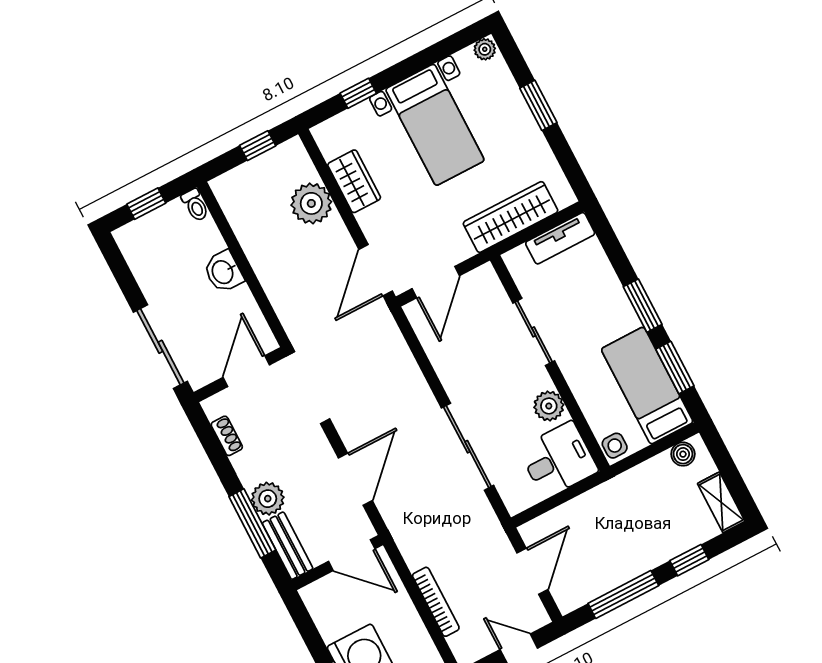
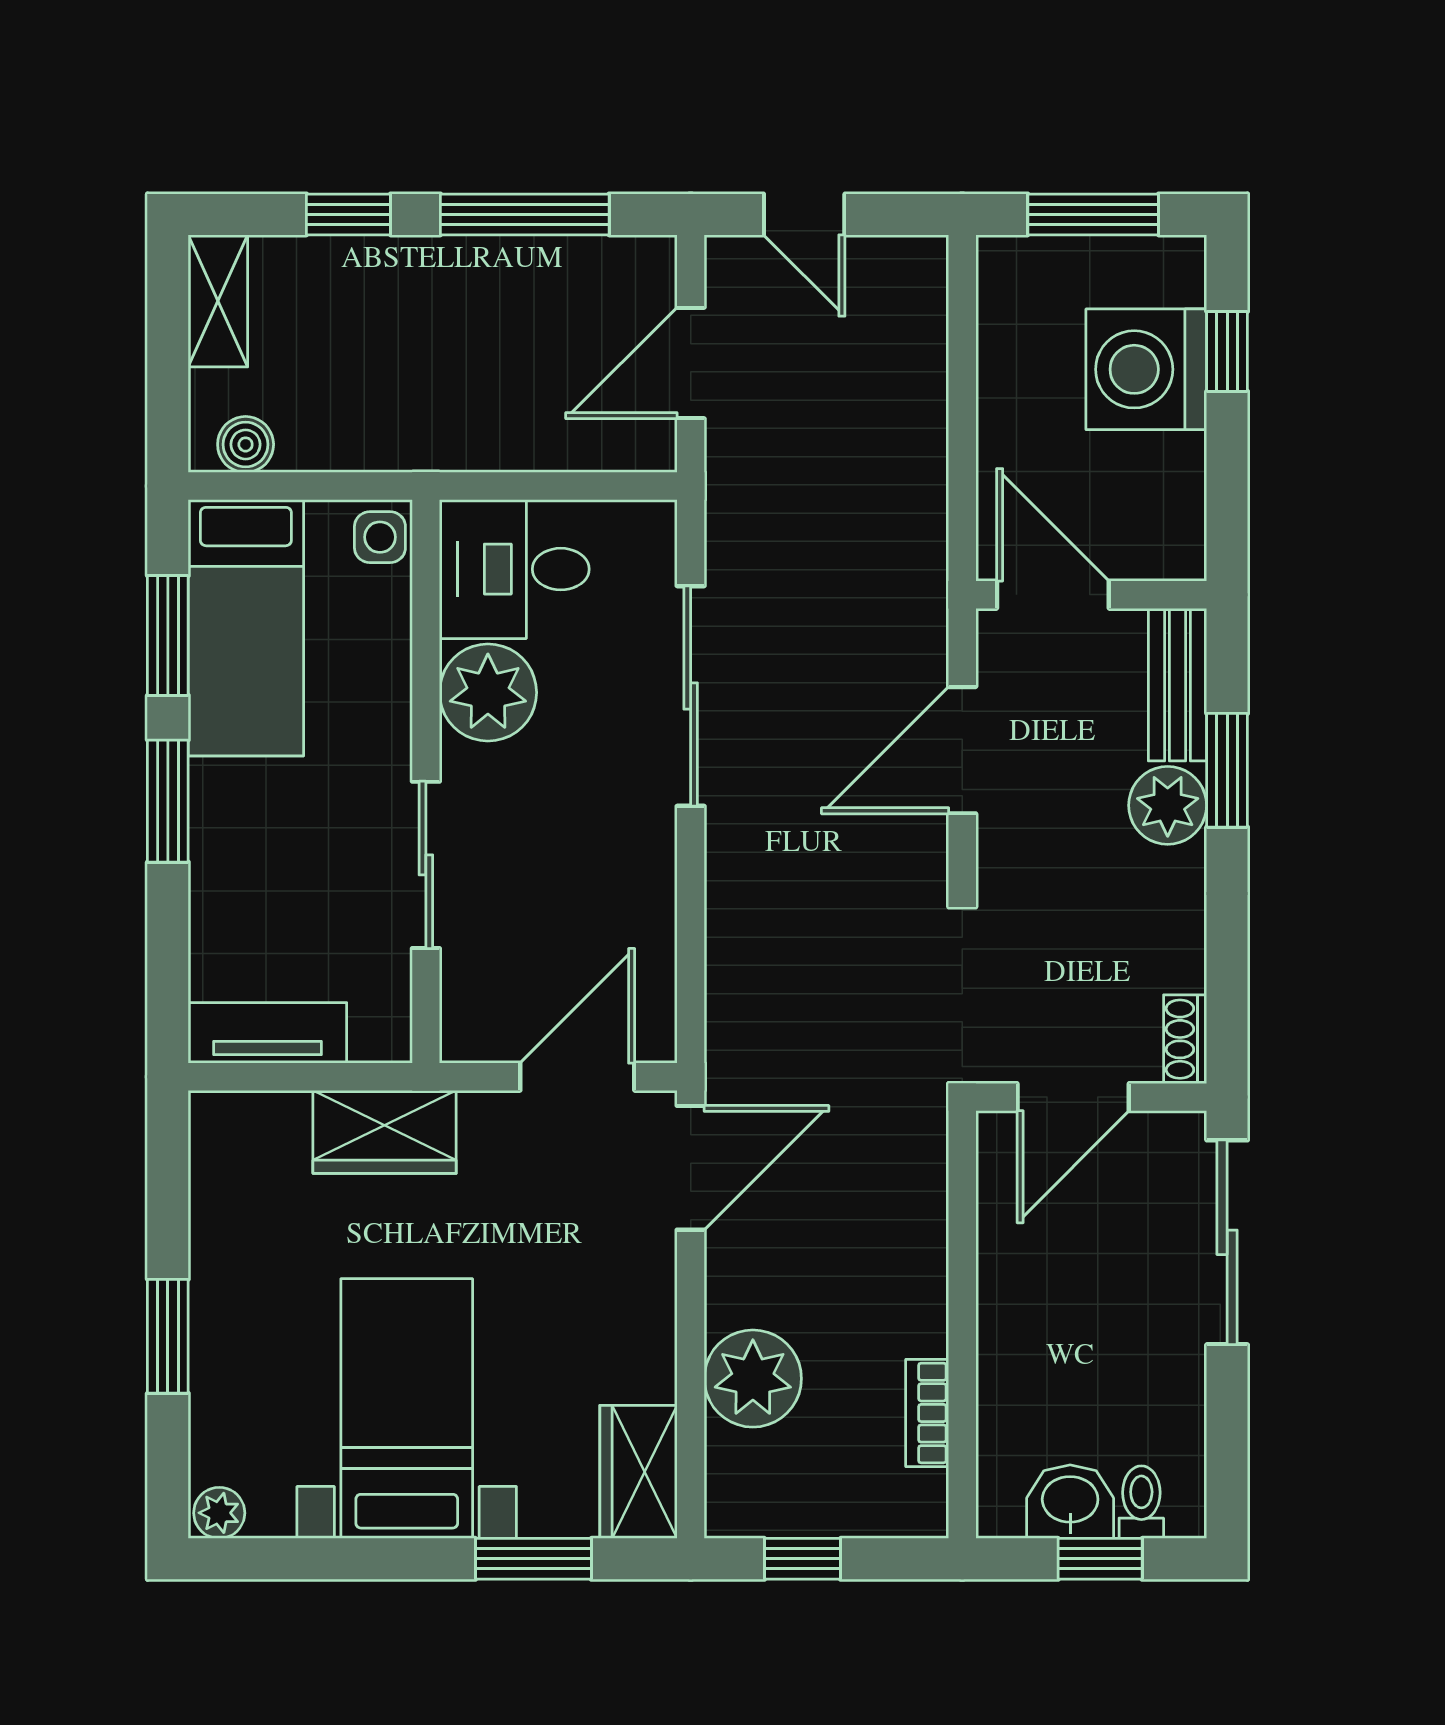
window: (358, 93) -> (533, 1559), width x1.50
wardrobe: (354, 181) -> (638, 1472), moved
toilet: (195, 205) -> (1141, 1502), moved
wardrobe: (511, 217) -> (385, 1132), width x0.67
washbasin: (223, 272) -> (1070, 1502), moved, turned -90
plant: (549, 406) -> (488, 693), width x1.36, depth x1.36
shoe rack: (227, 436) -> (1185, 1039), moved
window: (252, 523) -> (1227, 770), width x0.69
bookcase: (436, 602) -> (927, 1413), moved, width x0.64

